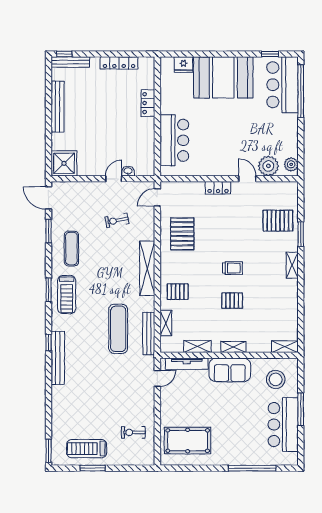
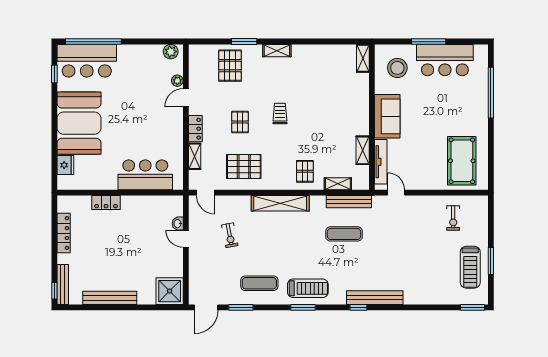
plant: (268, 166) -> (177, 81), width x0.53, depth x0.53
pallet: (232, 301) -> (240, 122), moved
exercise mat: (118, 329) -> (344, 234), width x0.73, depth x0.69
shelving: (233, 347) -> (195, 156), moved

